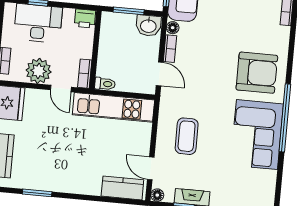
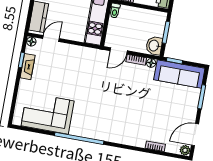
armchair: (257, 73) -> (113, 121), removed
corner sofa: (257, 135) -> (48, 113), moved
coffee table: (187, 136) -> (72, 66), removed

